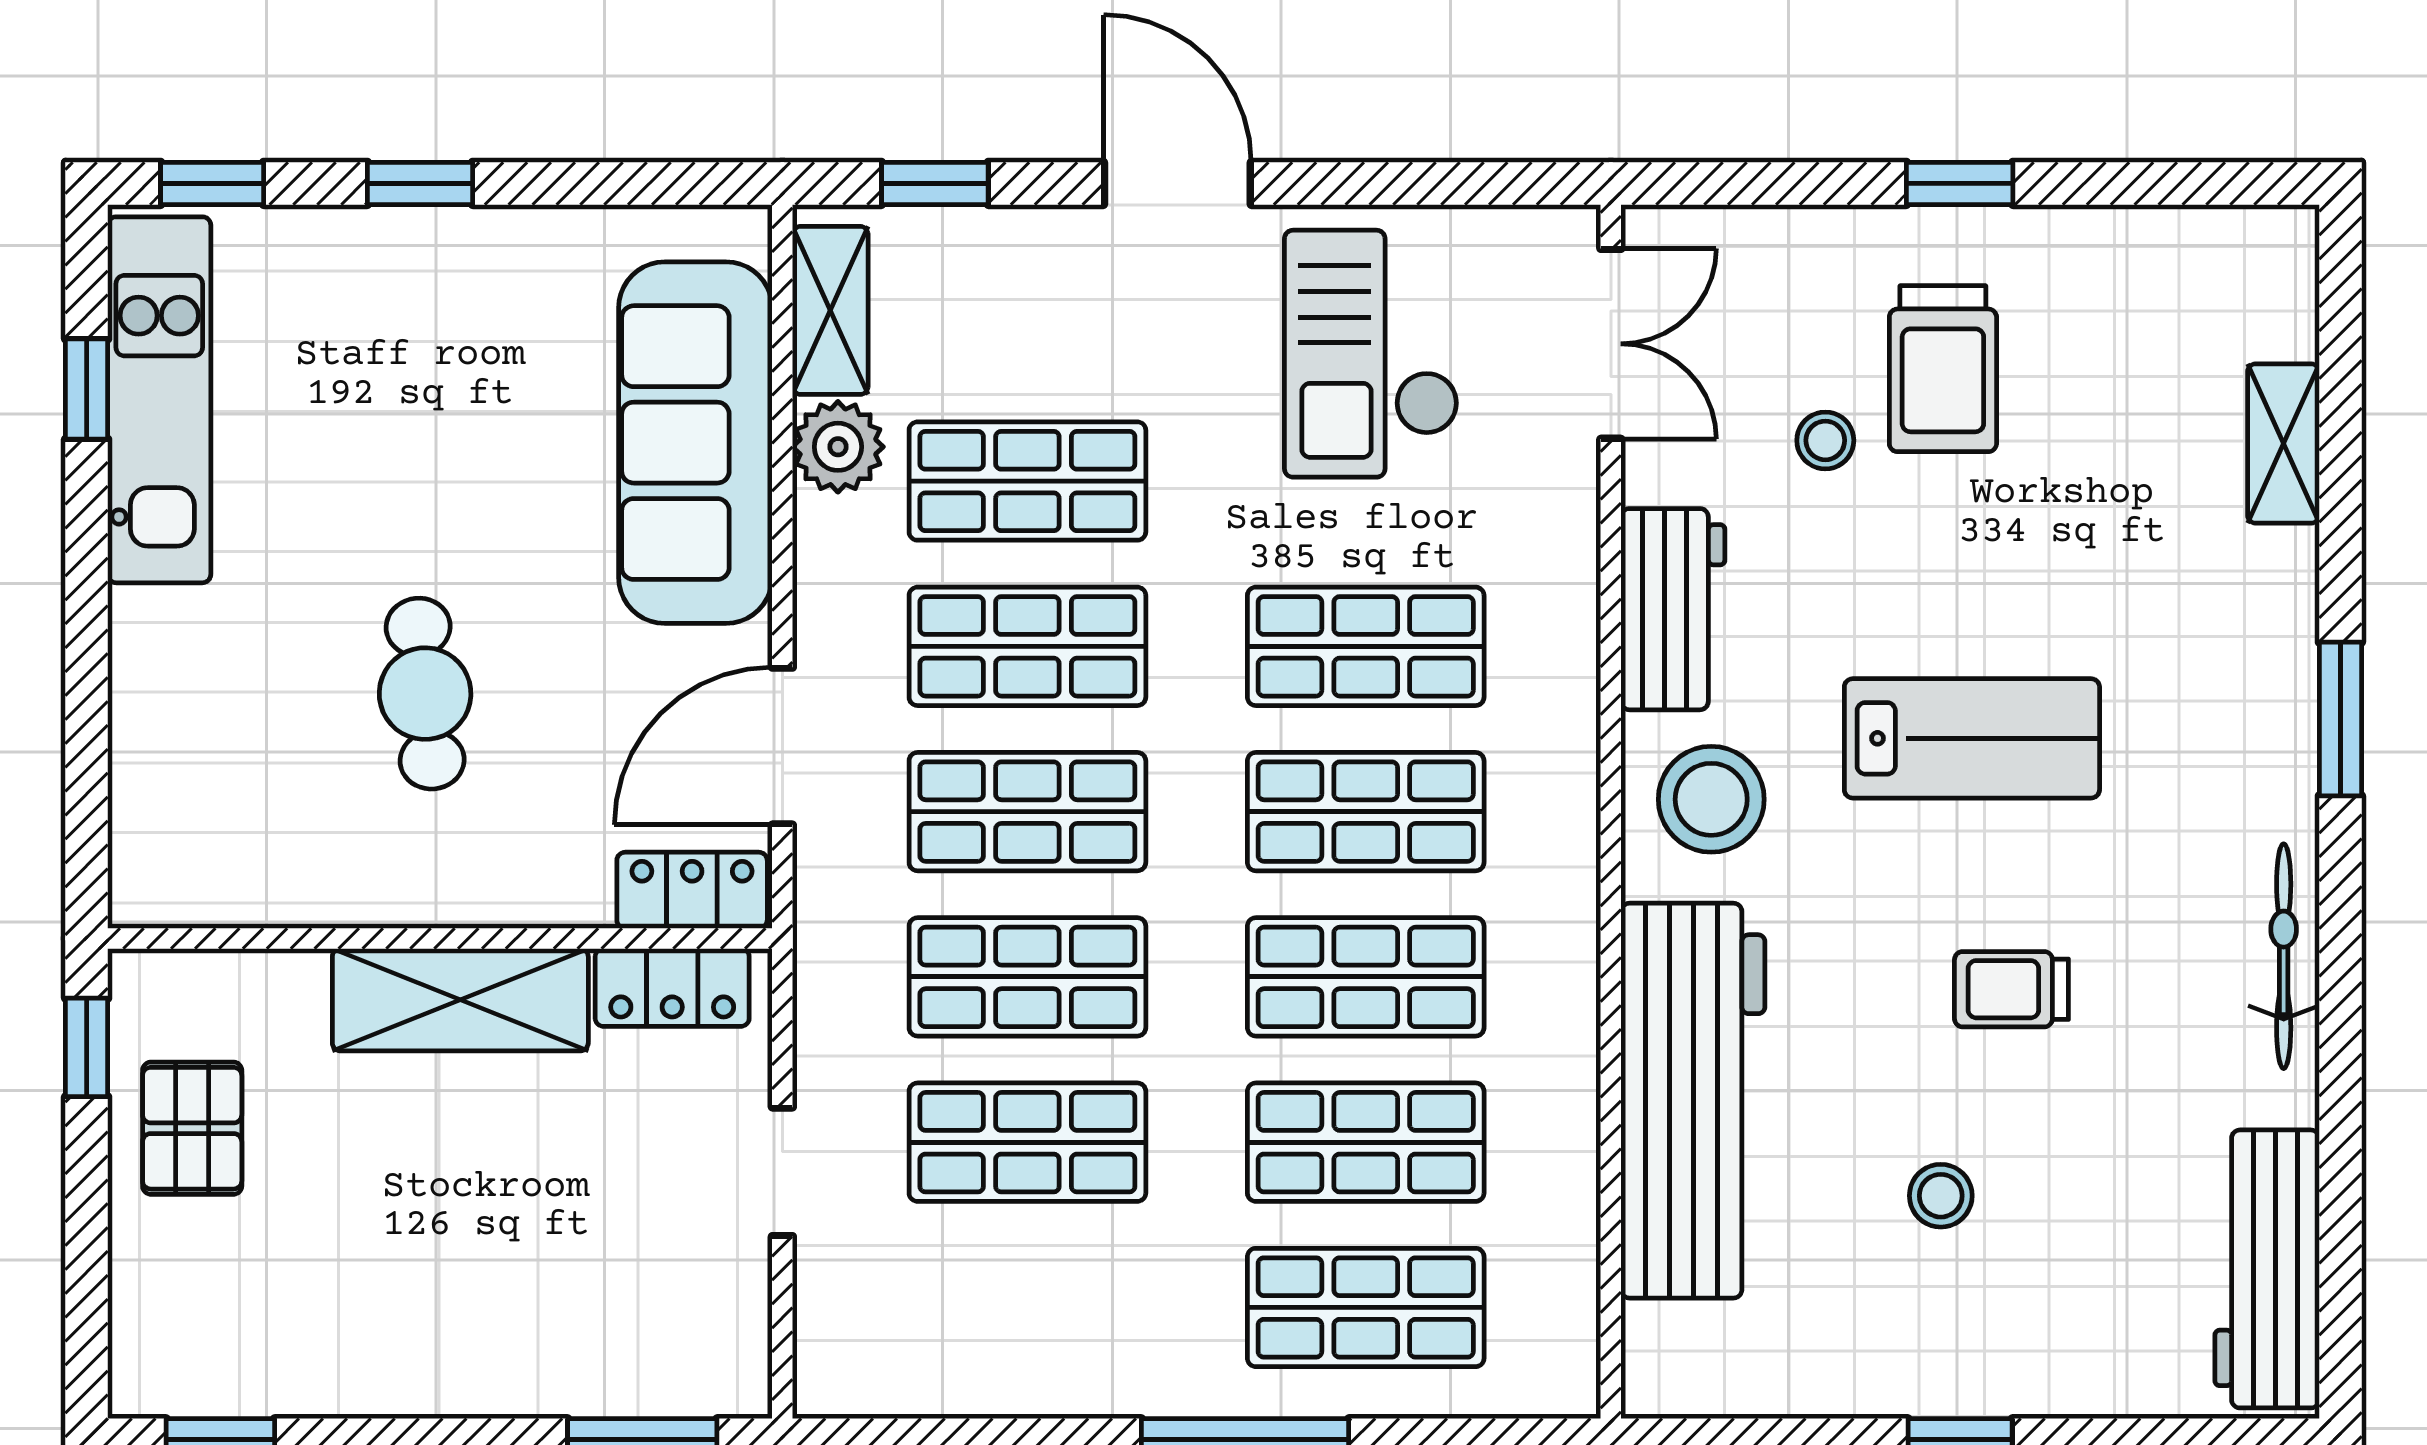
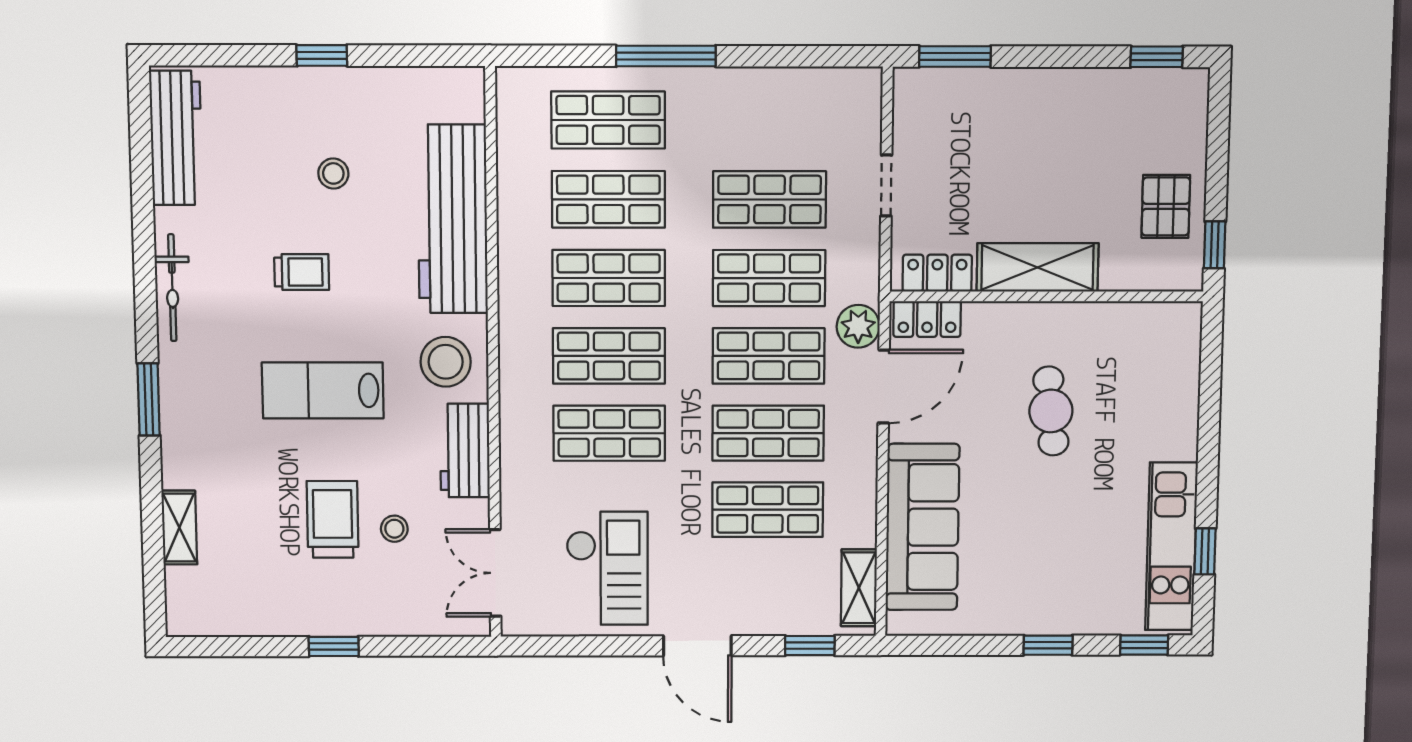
trolley: (1943, 369) -> (333, 519), moved
plant: (838, 447) -> (858, 326), moved

